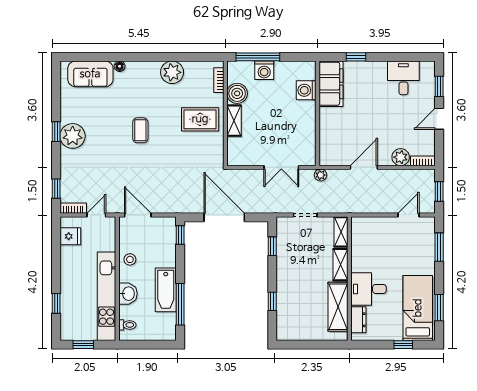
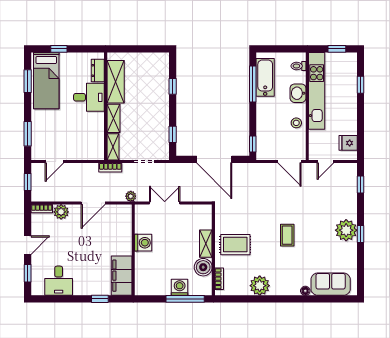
washing machine: (306, 90) -> (143, 243), moved
bookcase: (73, 208) -> (110, 167), moved
bathtub: (166, 290) -> (265, 77), moved

